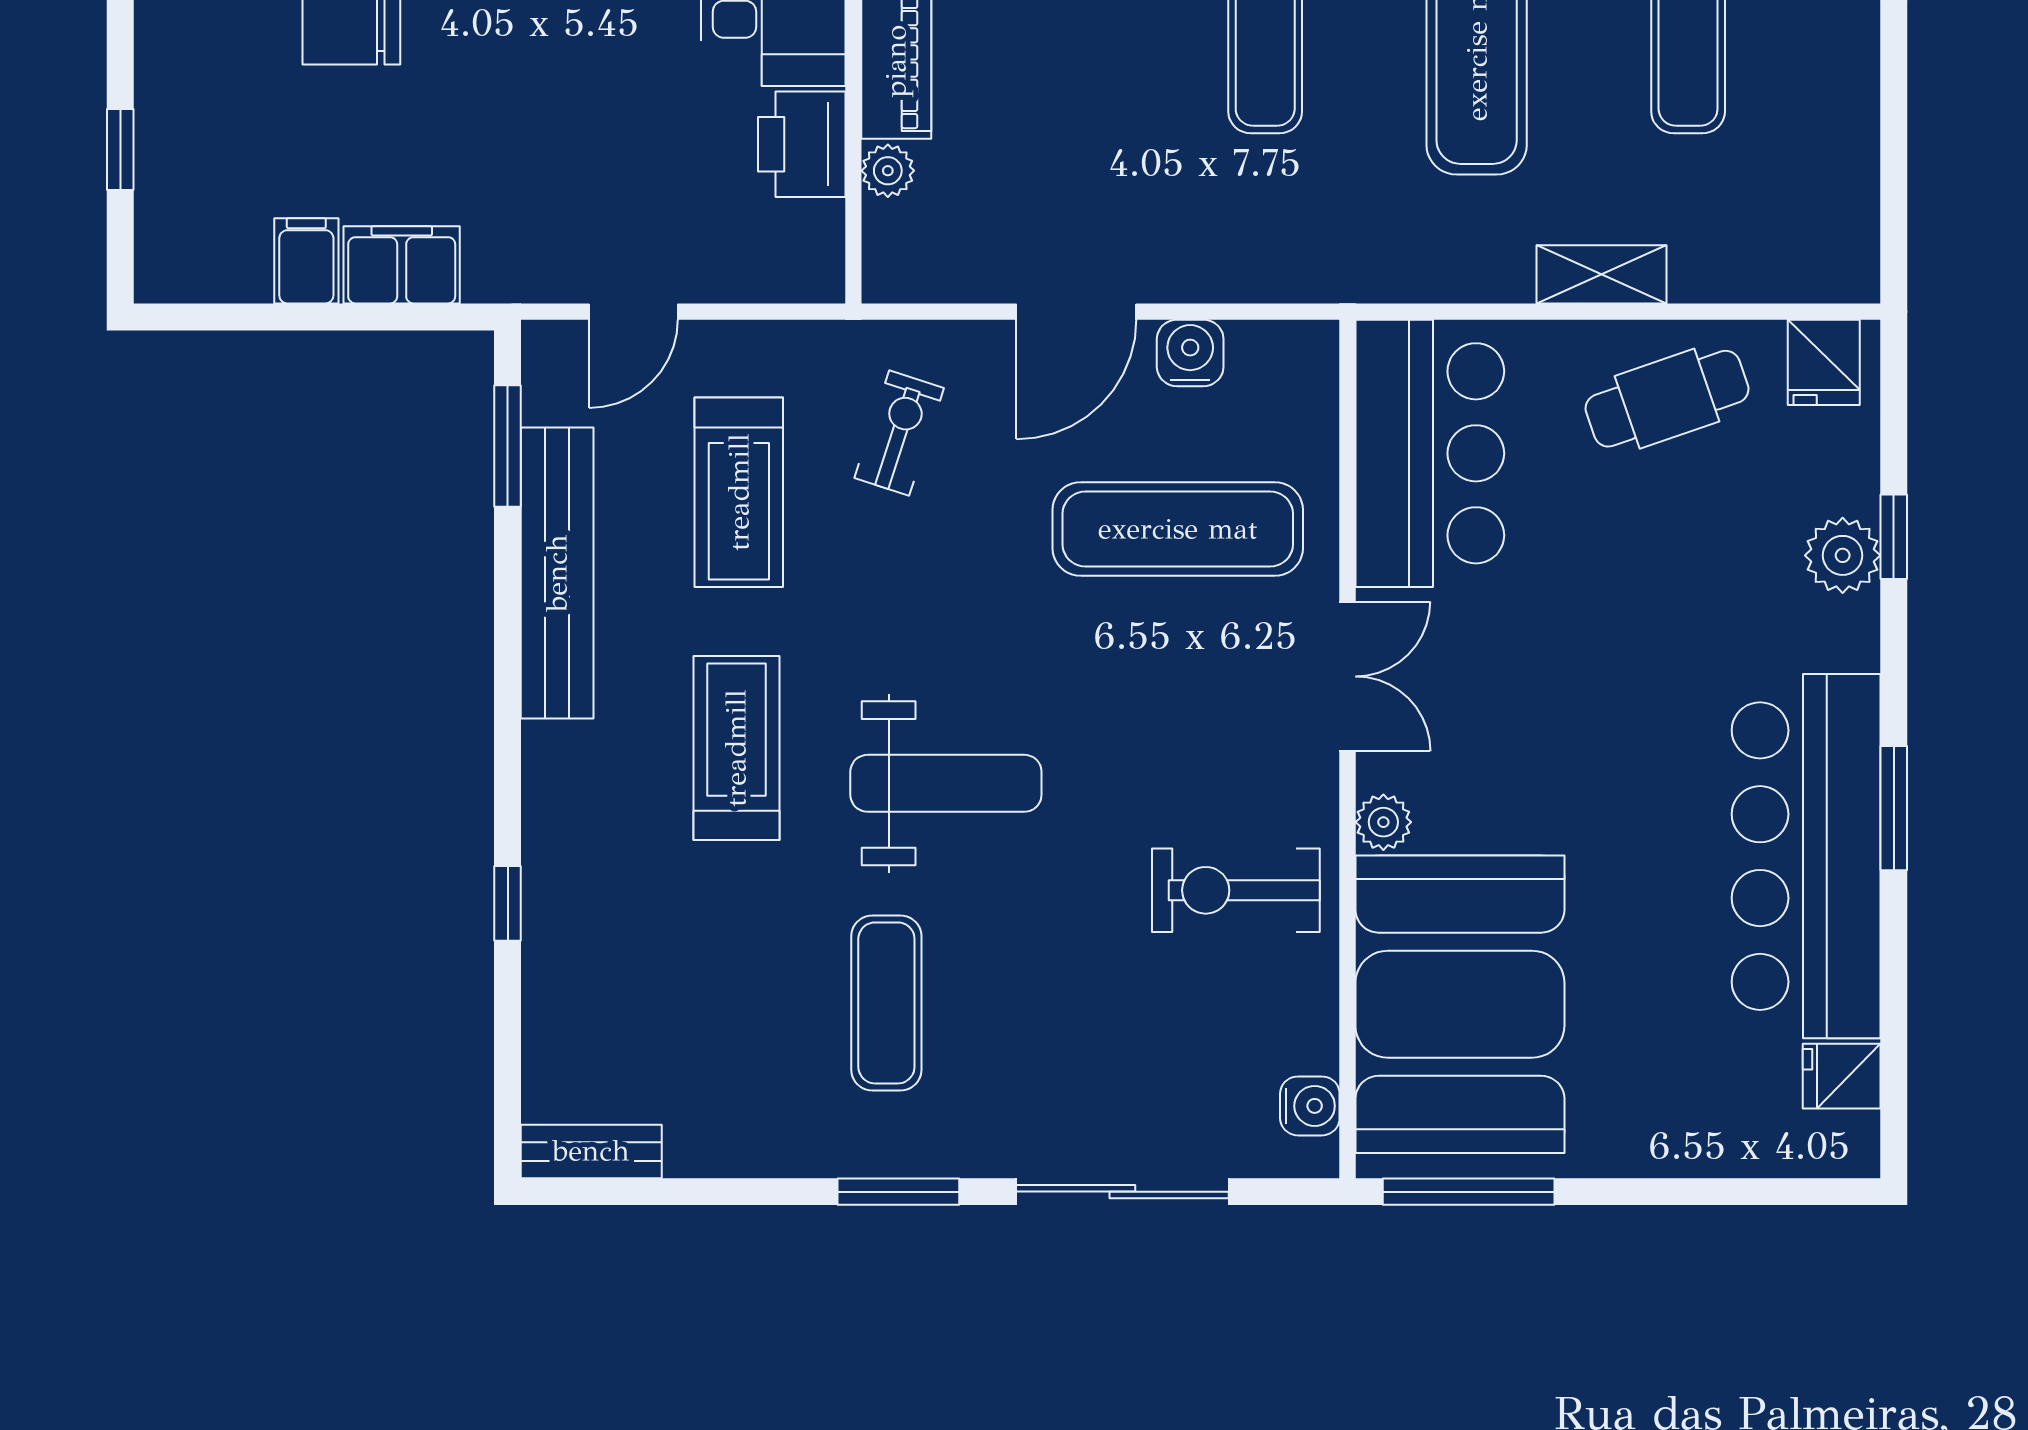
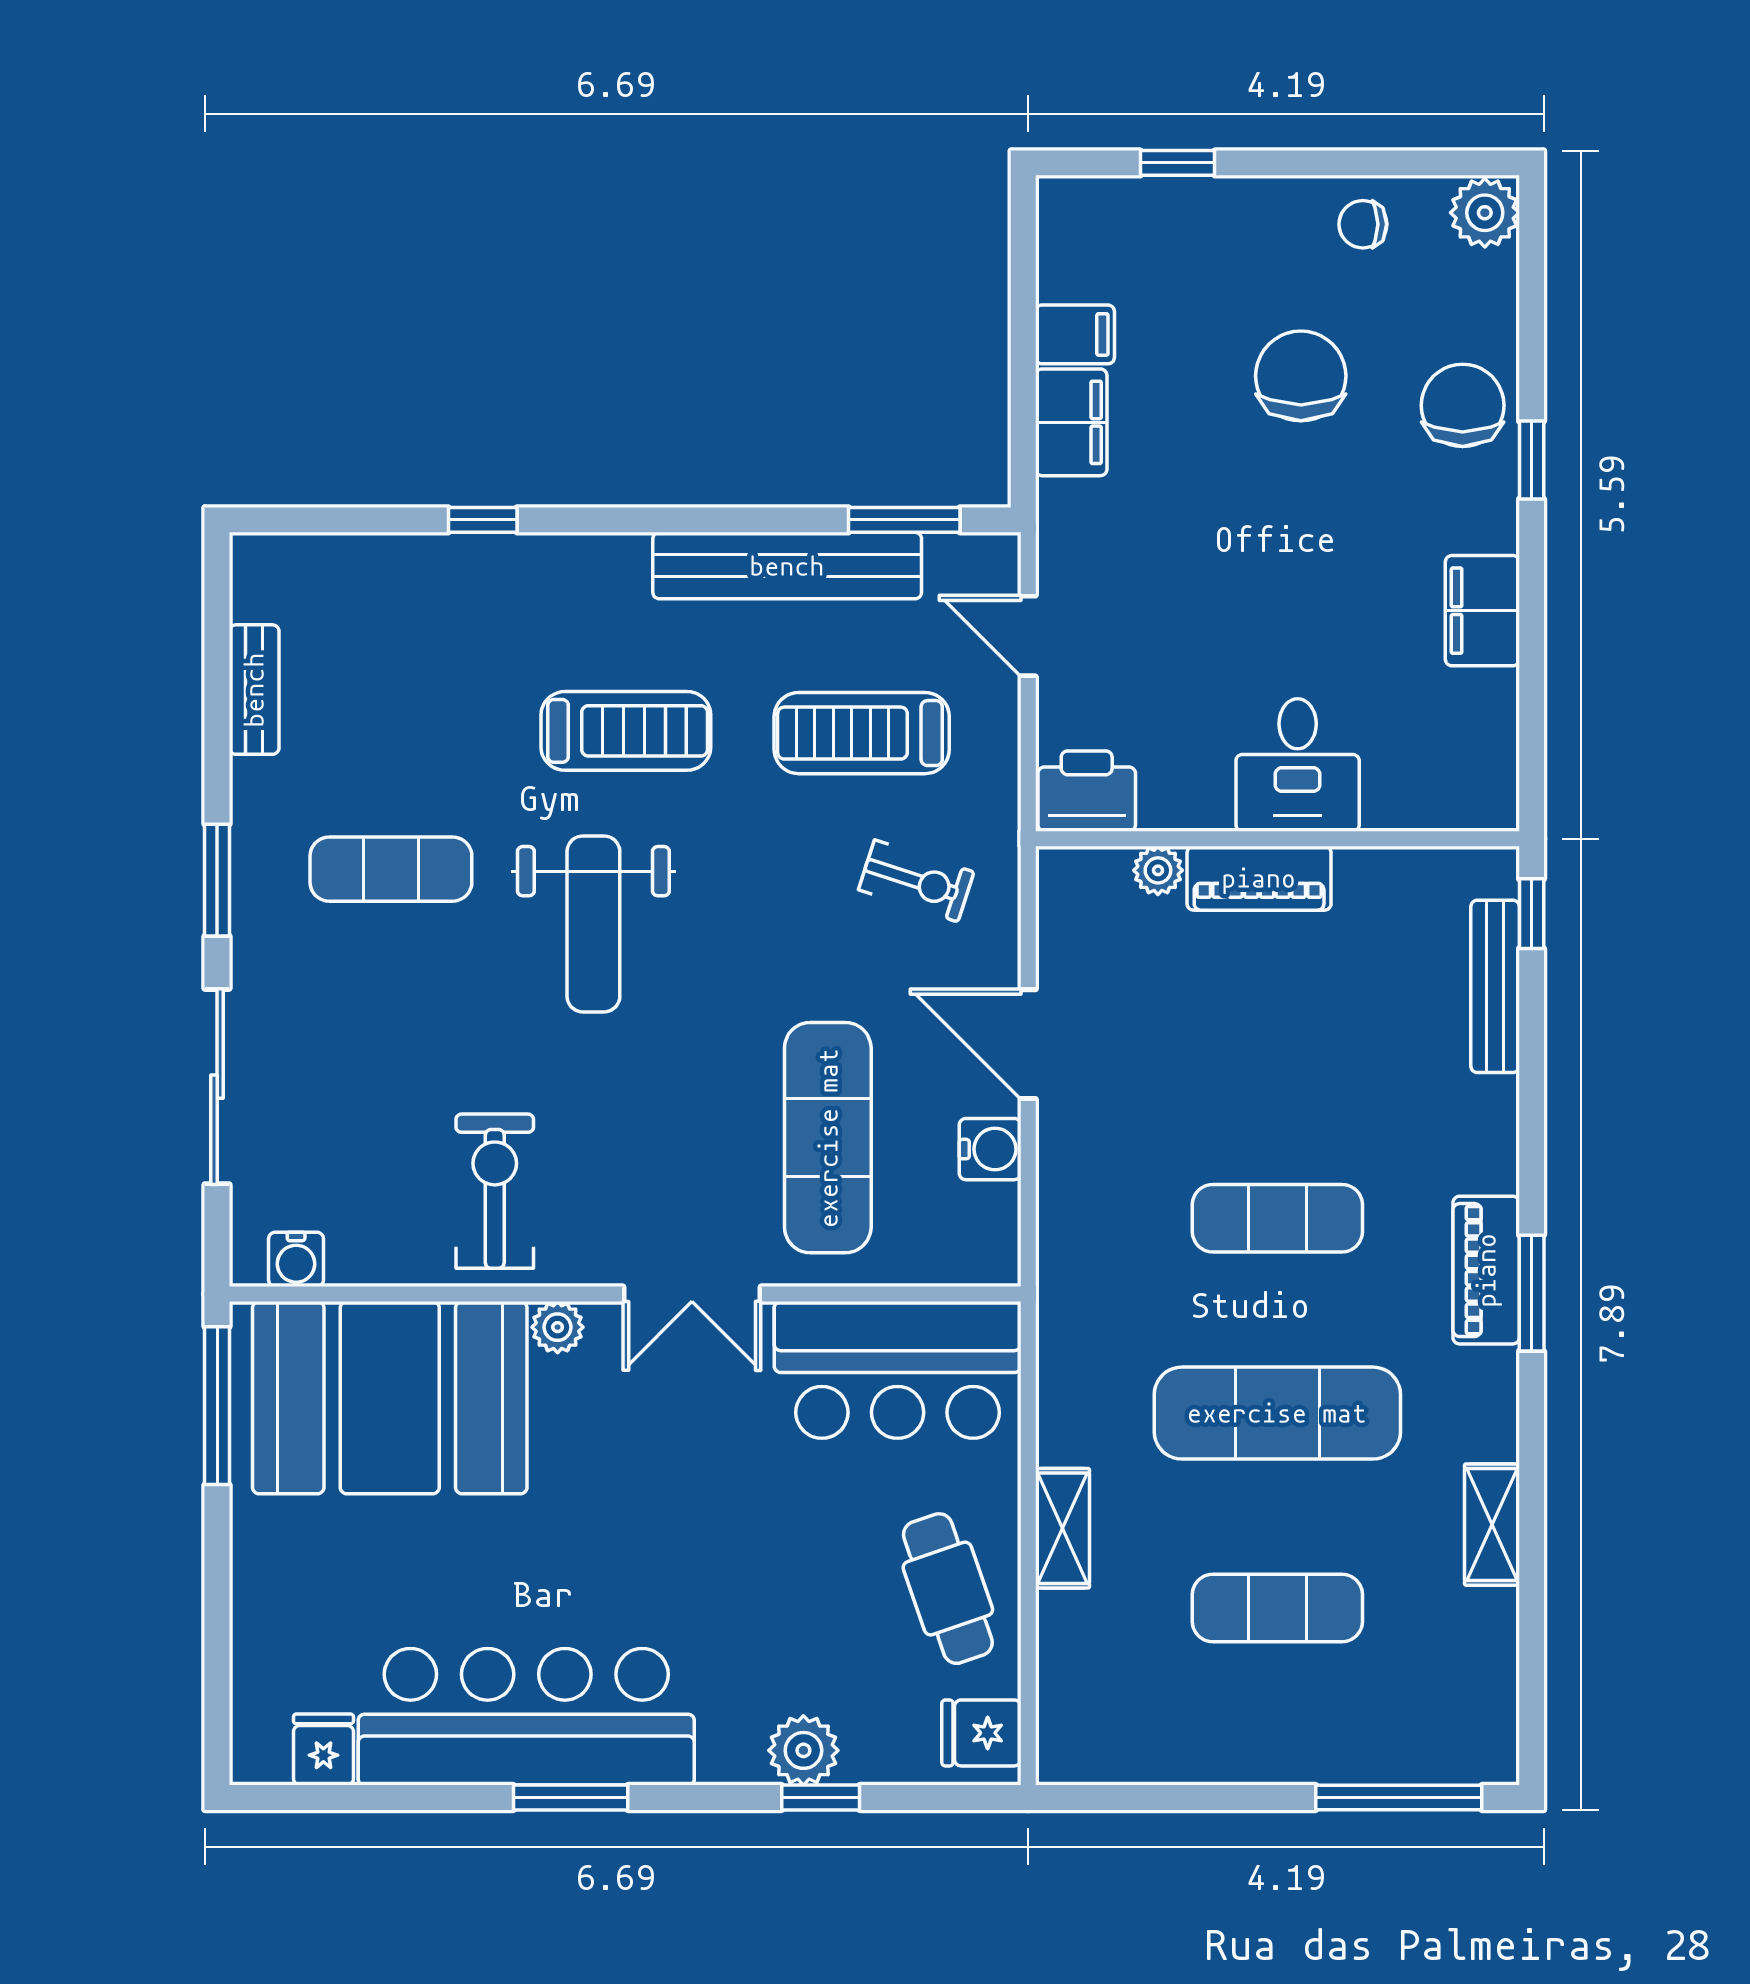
printer: (802, 144) -> (1087, 791), moved
bench: (591, 1151) -> (254, 690), moved

